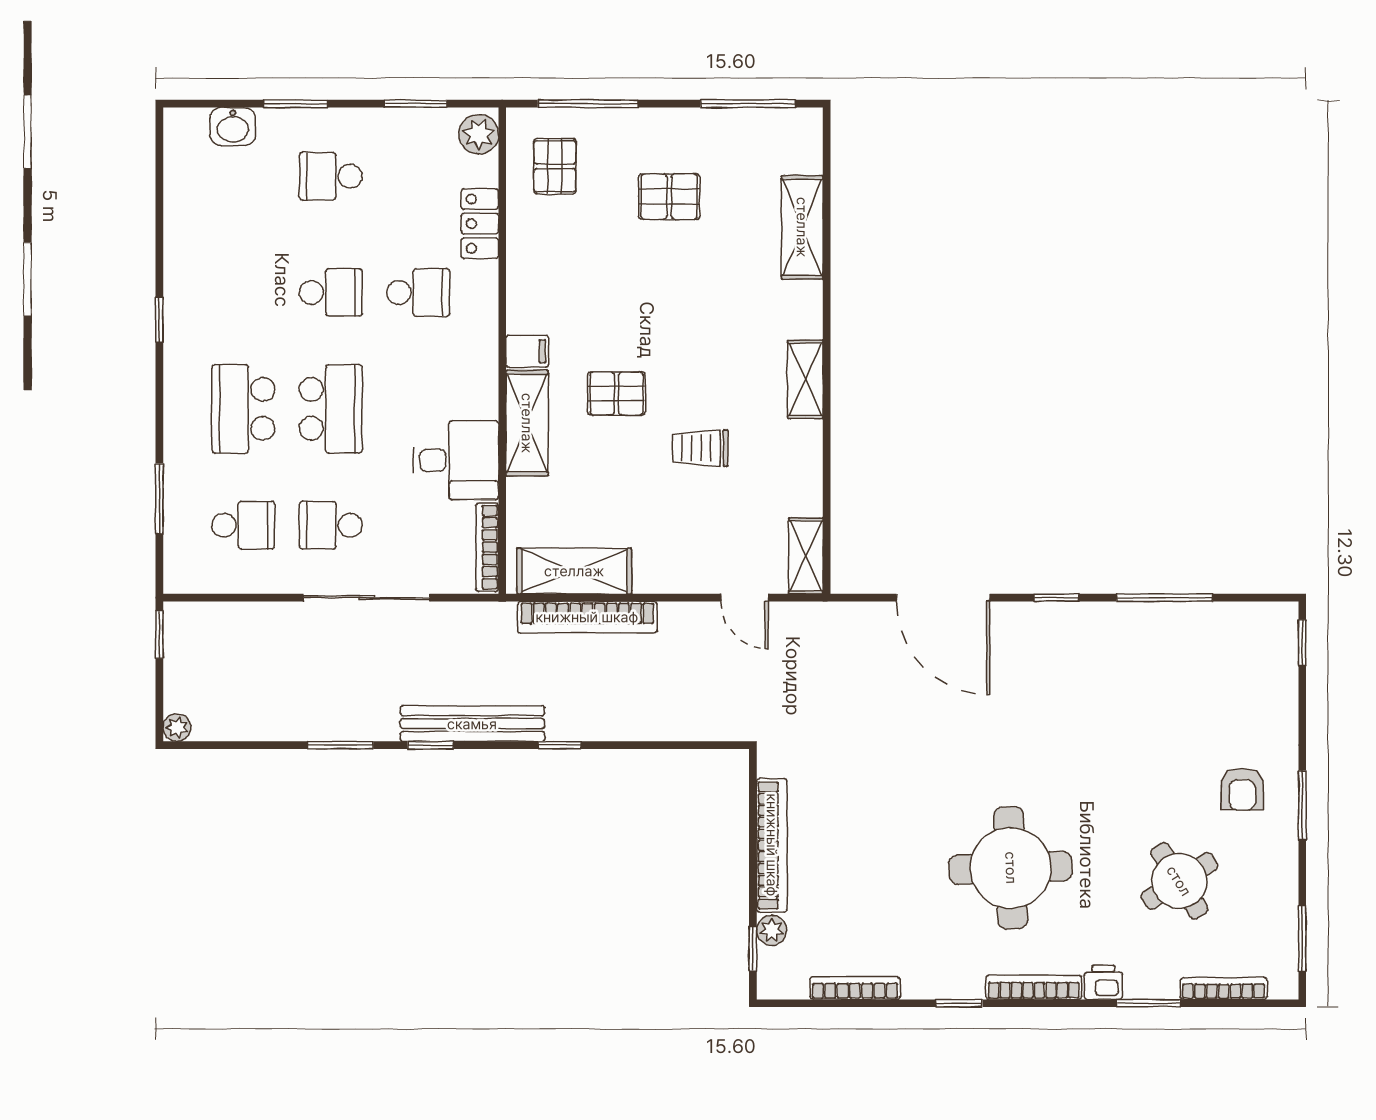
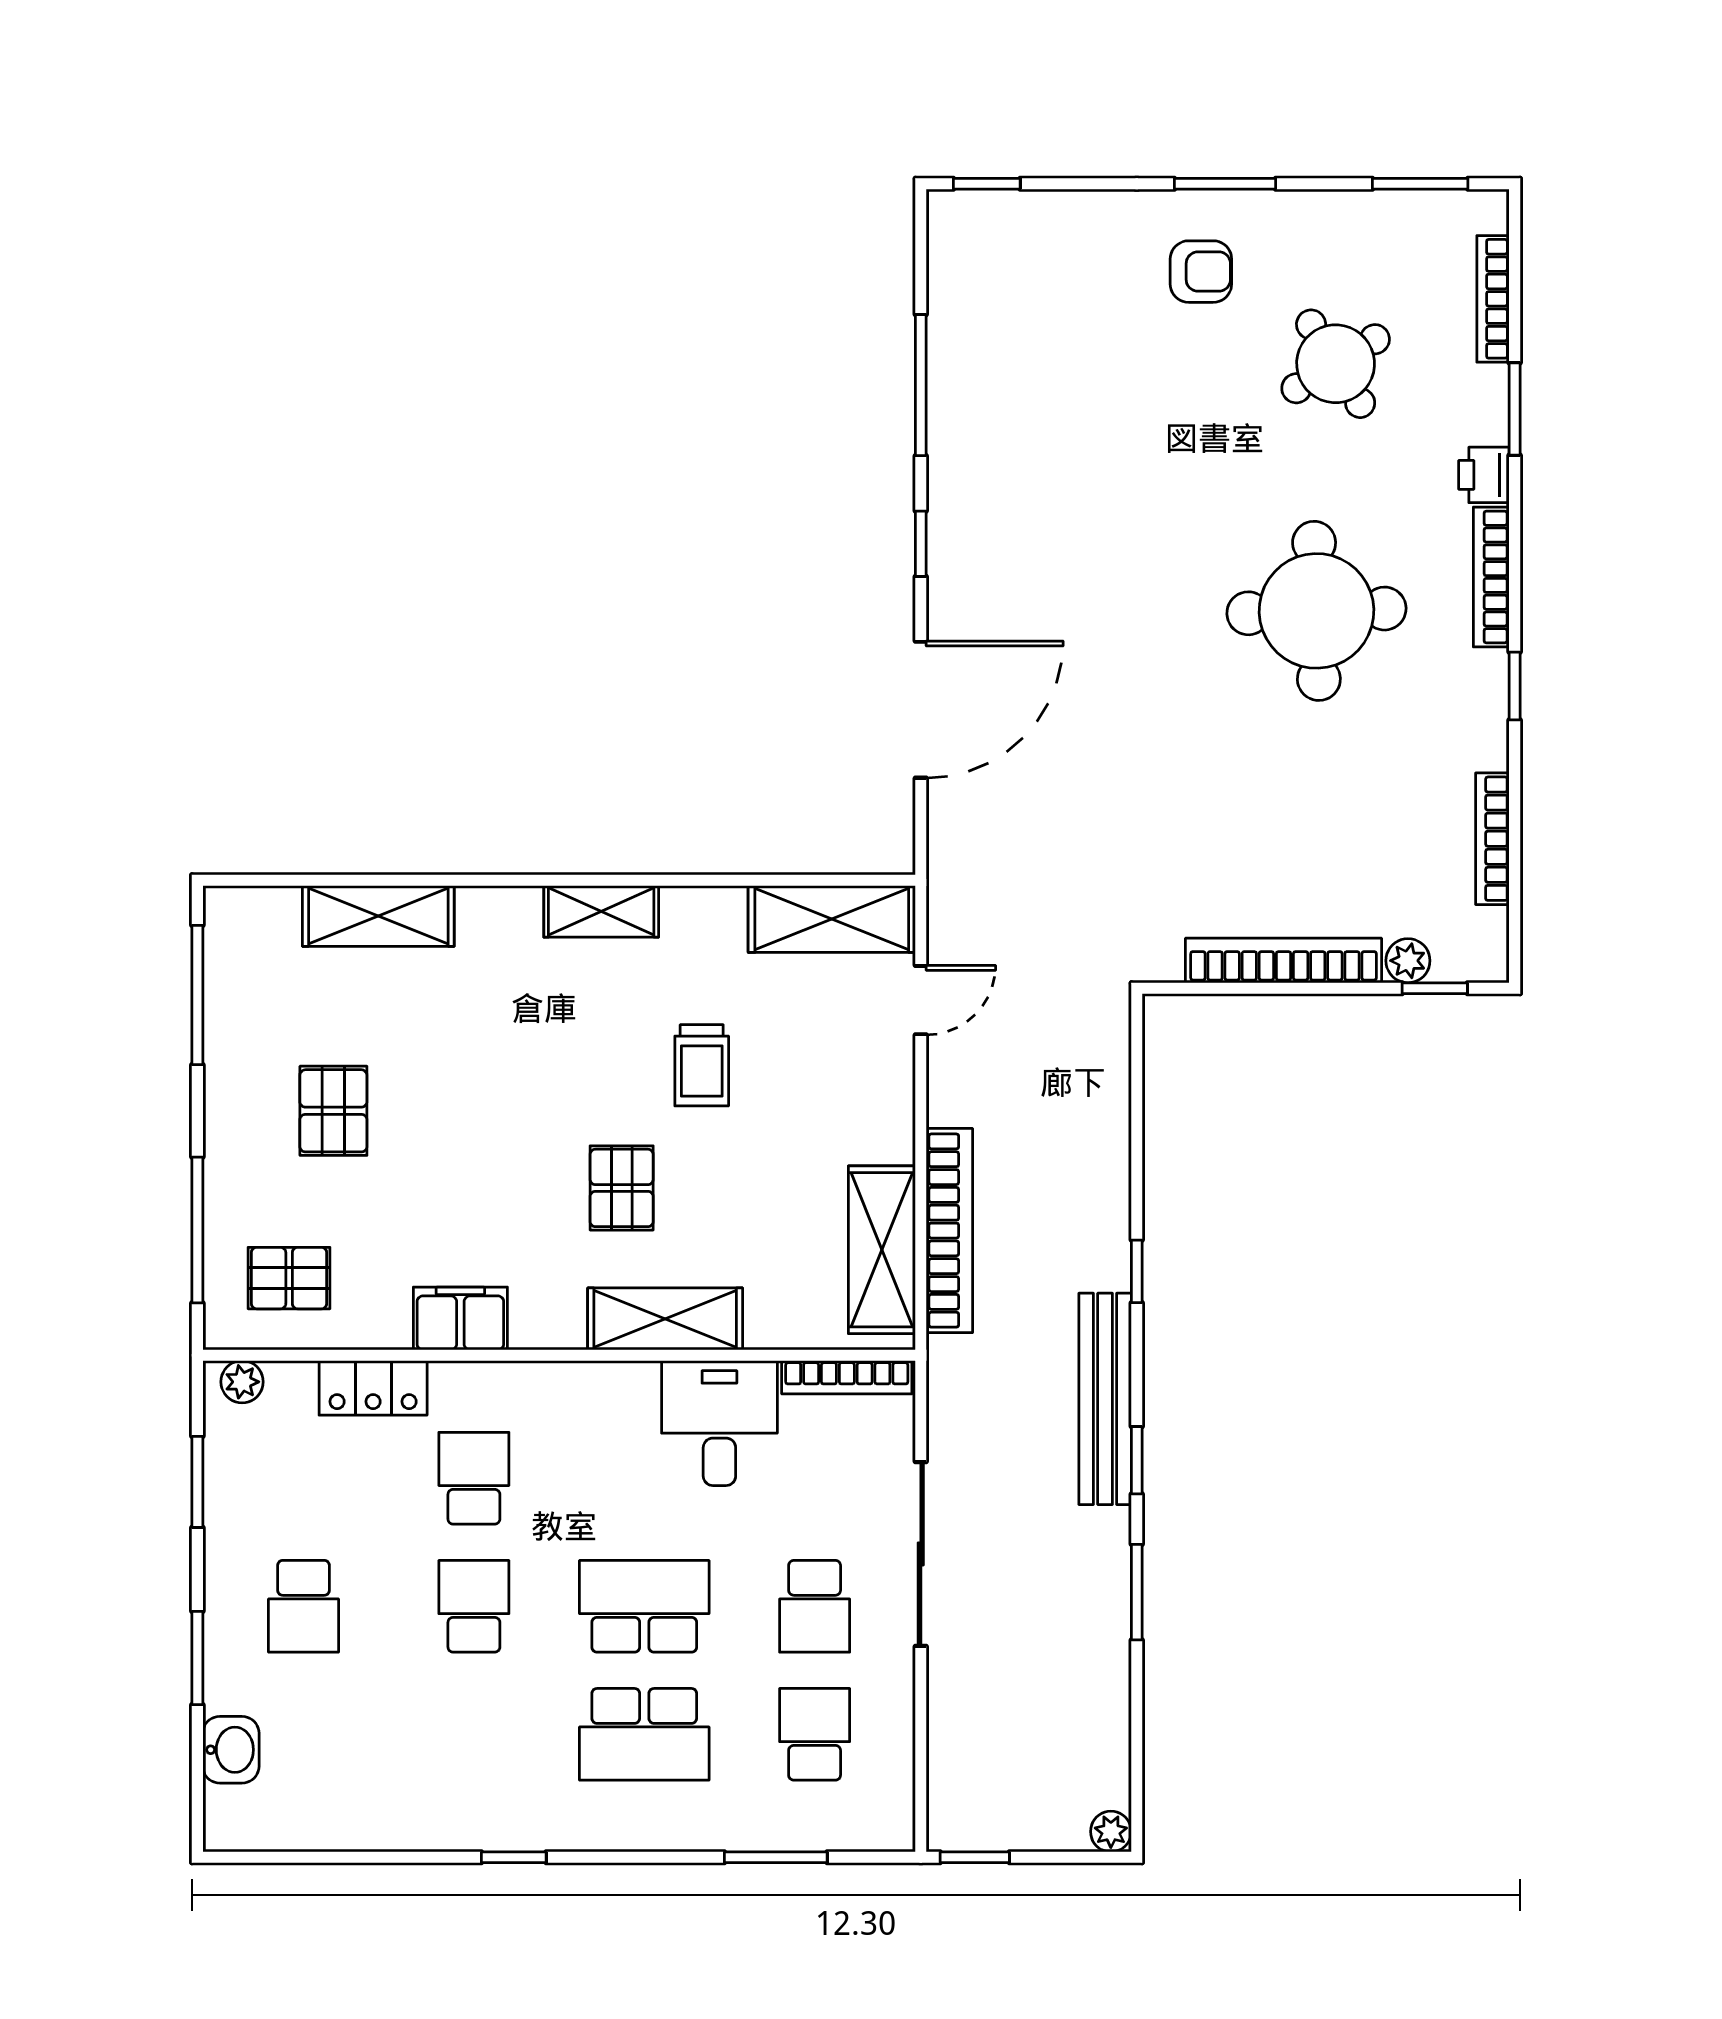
plant: (479, 134) -> (242, 1382), width x0.73, depth x0.73
filing cabinet: (527, 351) -> (460, 1318), moved, width x2.00
shelving: (806, 556) -> (832, 919), width x1.50, depth x1.33

